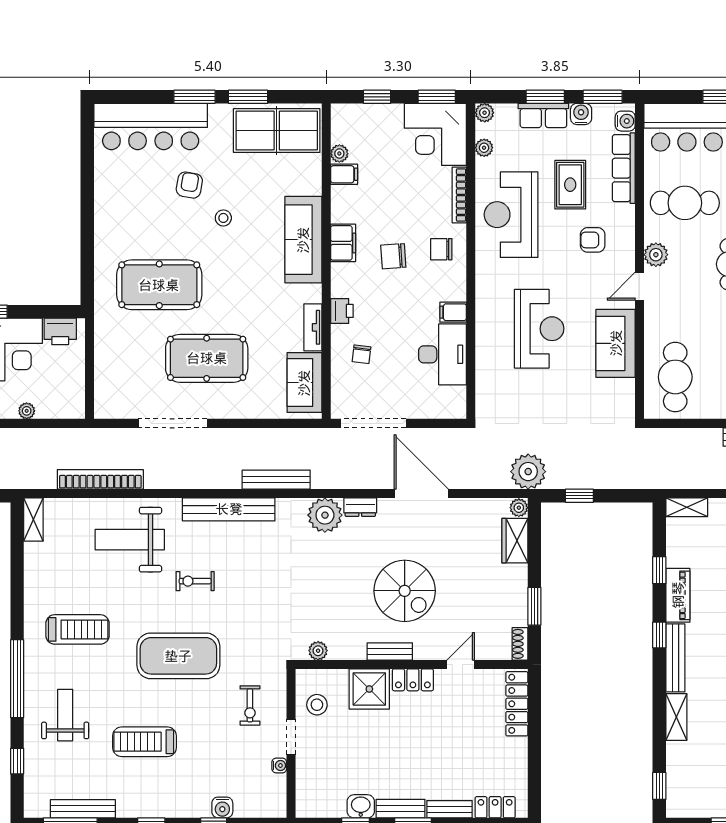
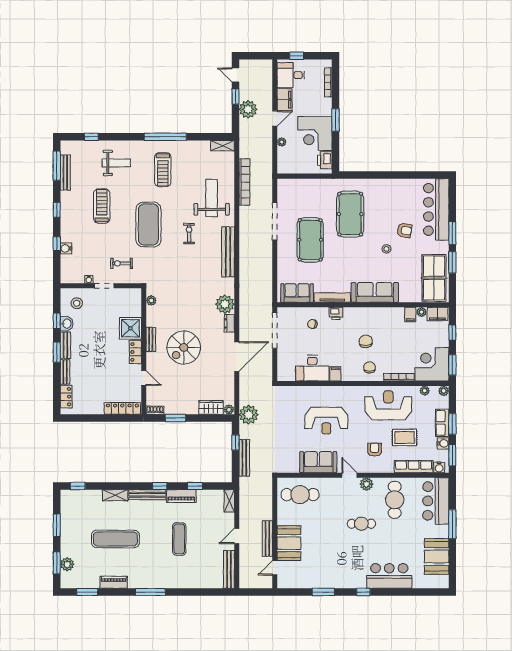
filing cabinet: (343, 243) -> (437, 314), moved
tv unit: (313, 327) -> (332, 298), width x1.41
bench: (276, 480) -> (244, 458), moved
window: (17, 679) -> (165, 137), moved
stool: (317, 705) -> (77, 303), moved

